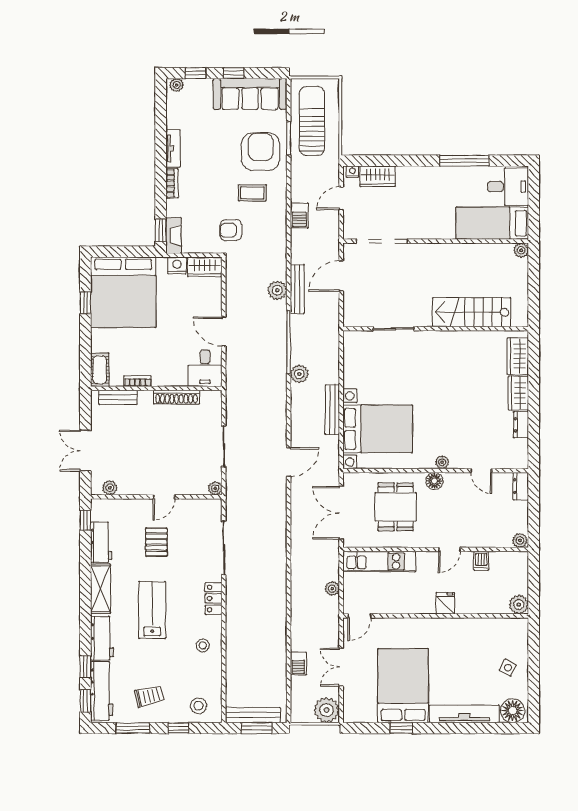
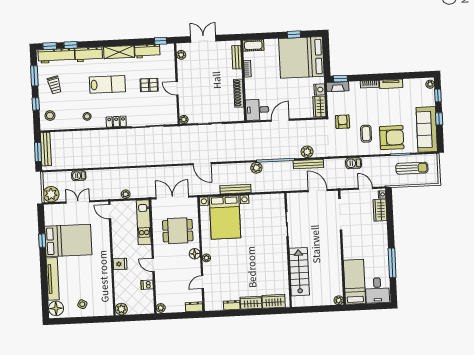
sun lounger: (312, 121) -> (412, 168), width x0.73, depth x0.75

